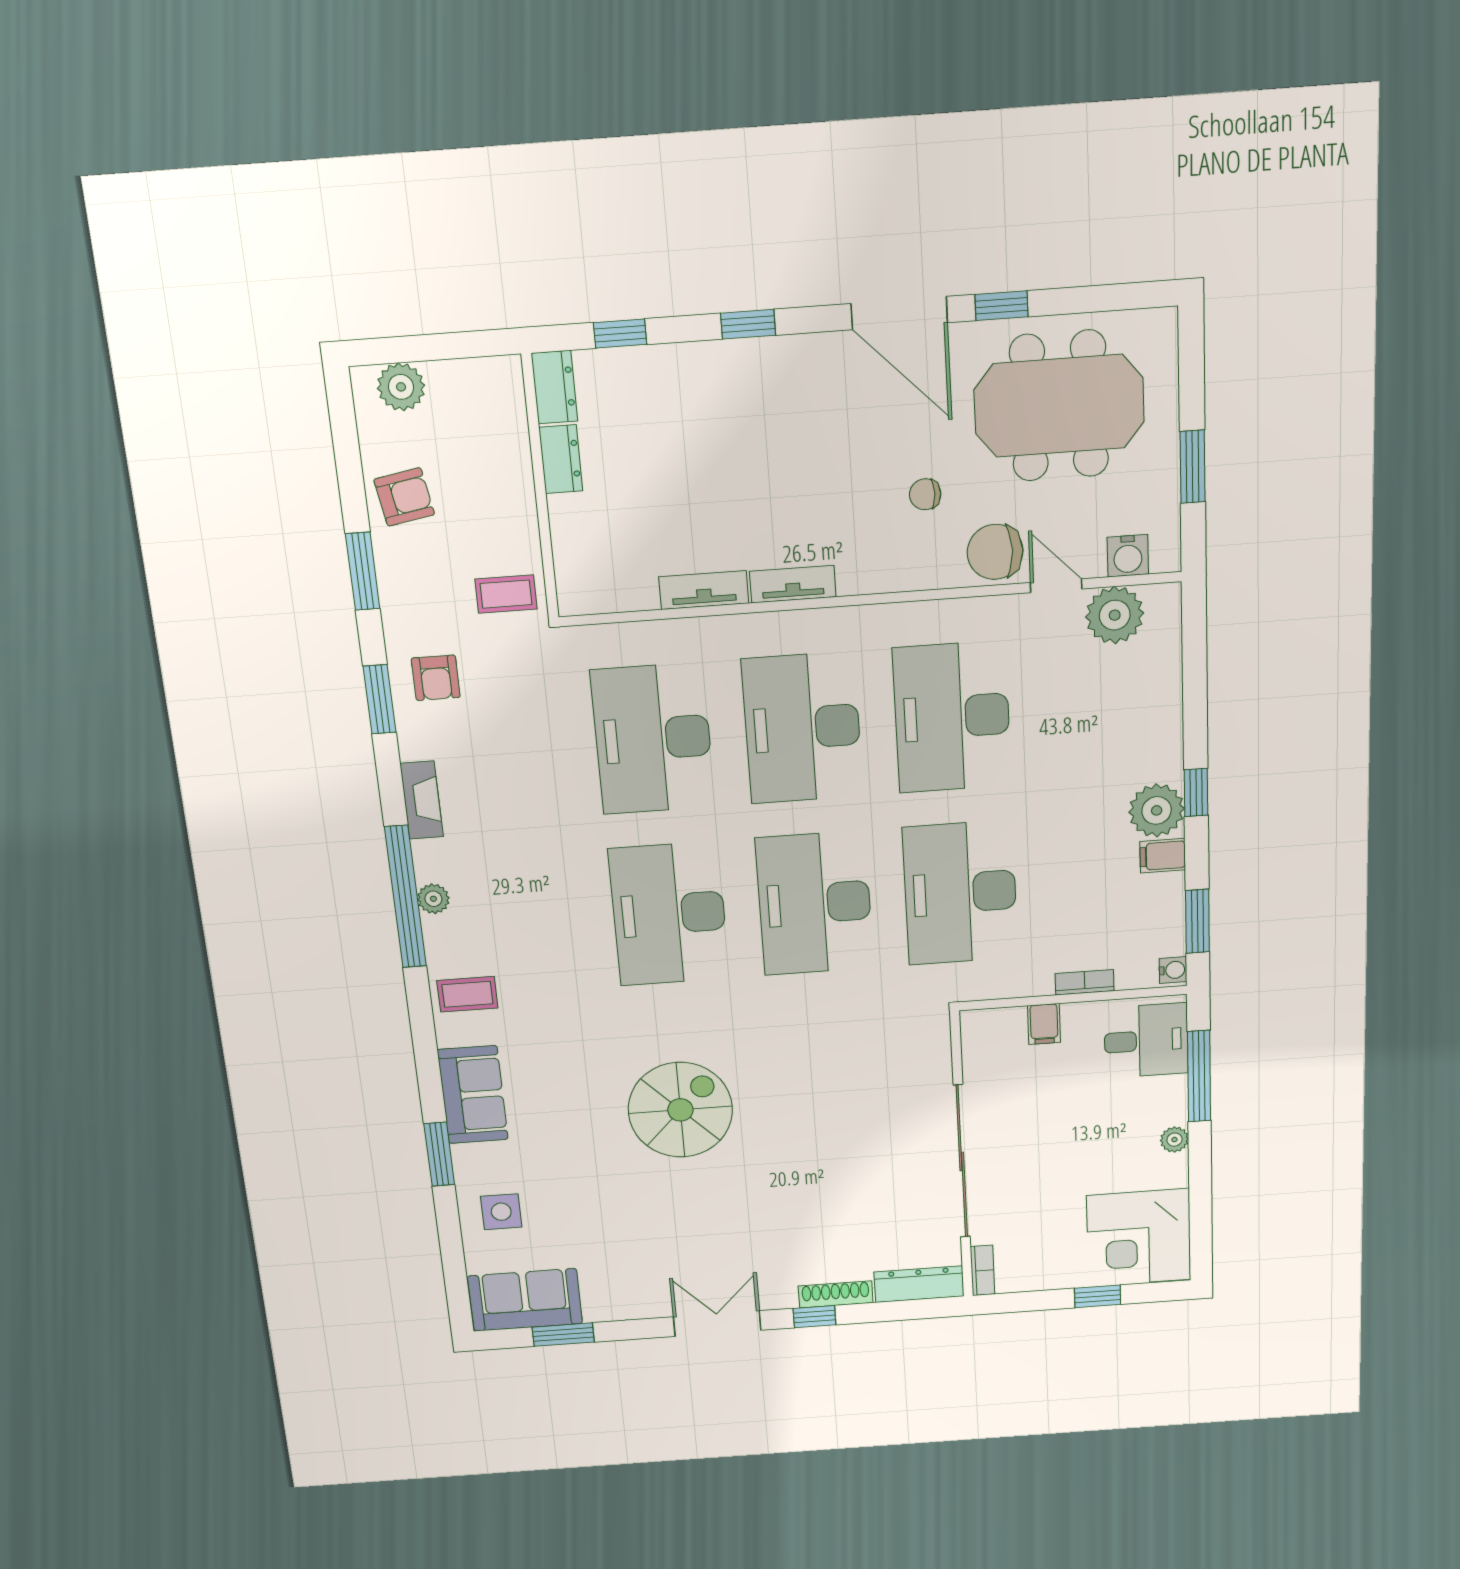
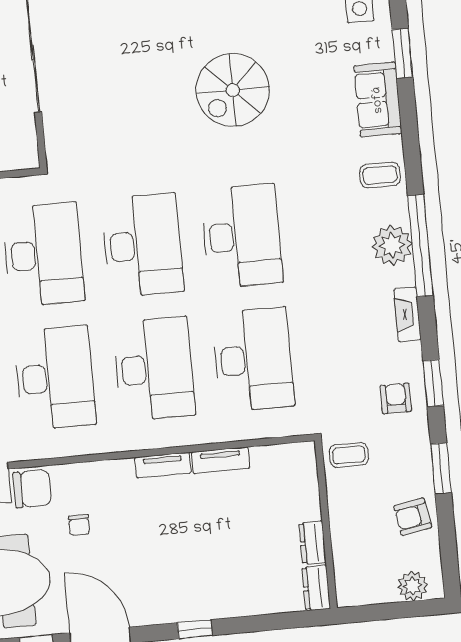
window: (620, 334) -> (275, 622), removed
chair: (925, 494) -> (79, 525), turned 90
plant: (433, 899) -> (392, 245), width x1.88, depth x1.88

